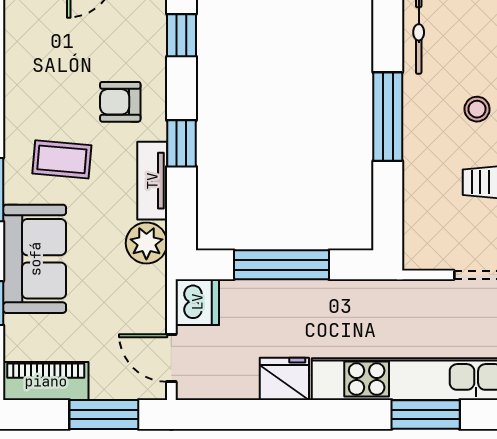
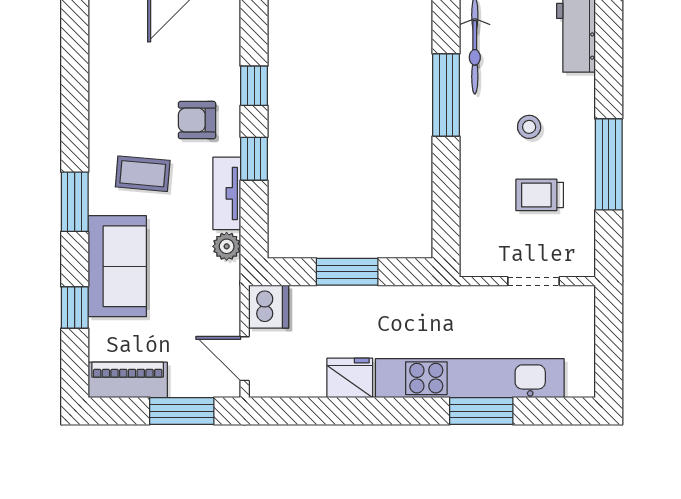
window: (181, 35) -> (254, 86), moved
window: (388, 117) -> (446, 95), moved
plant: (146, 243) -> (227, 246), width x0.73, depth x0.73
window: (282, 265) -> (347, 272), width x0.69

